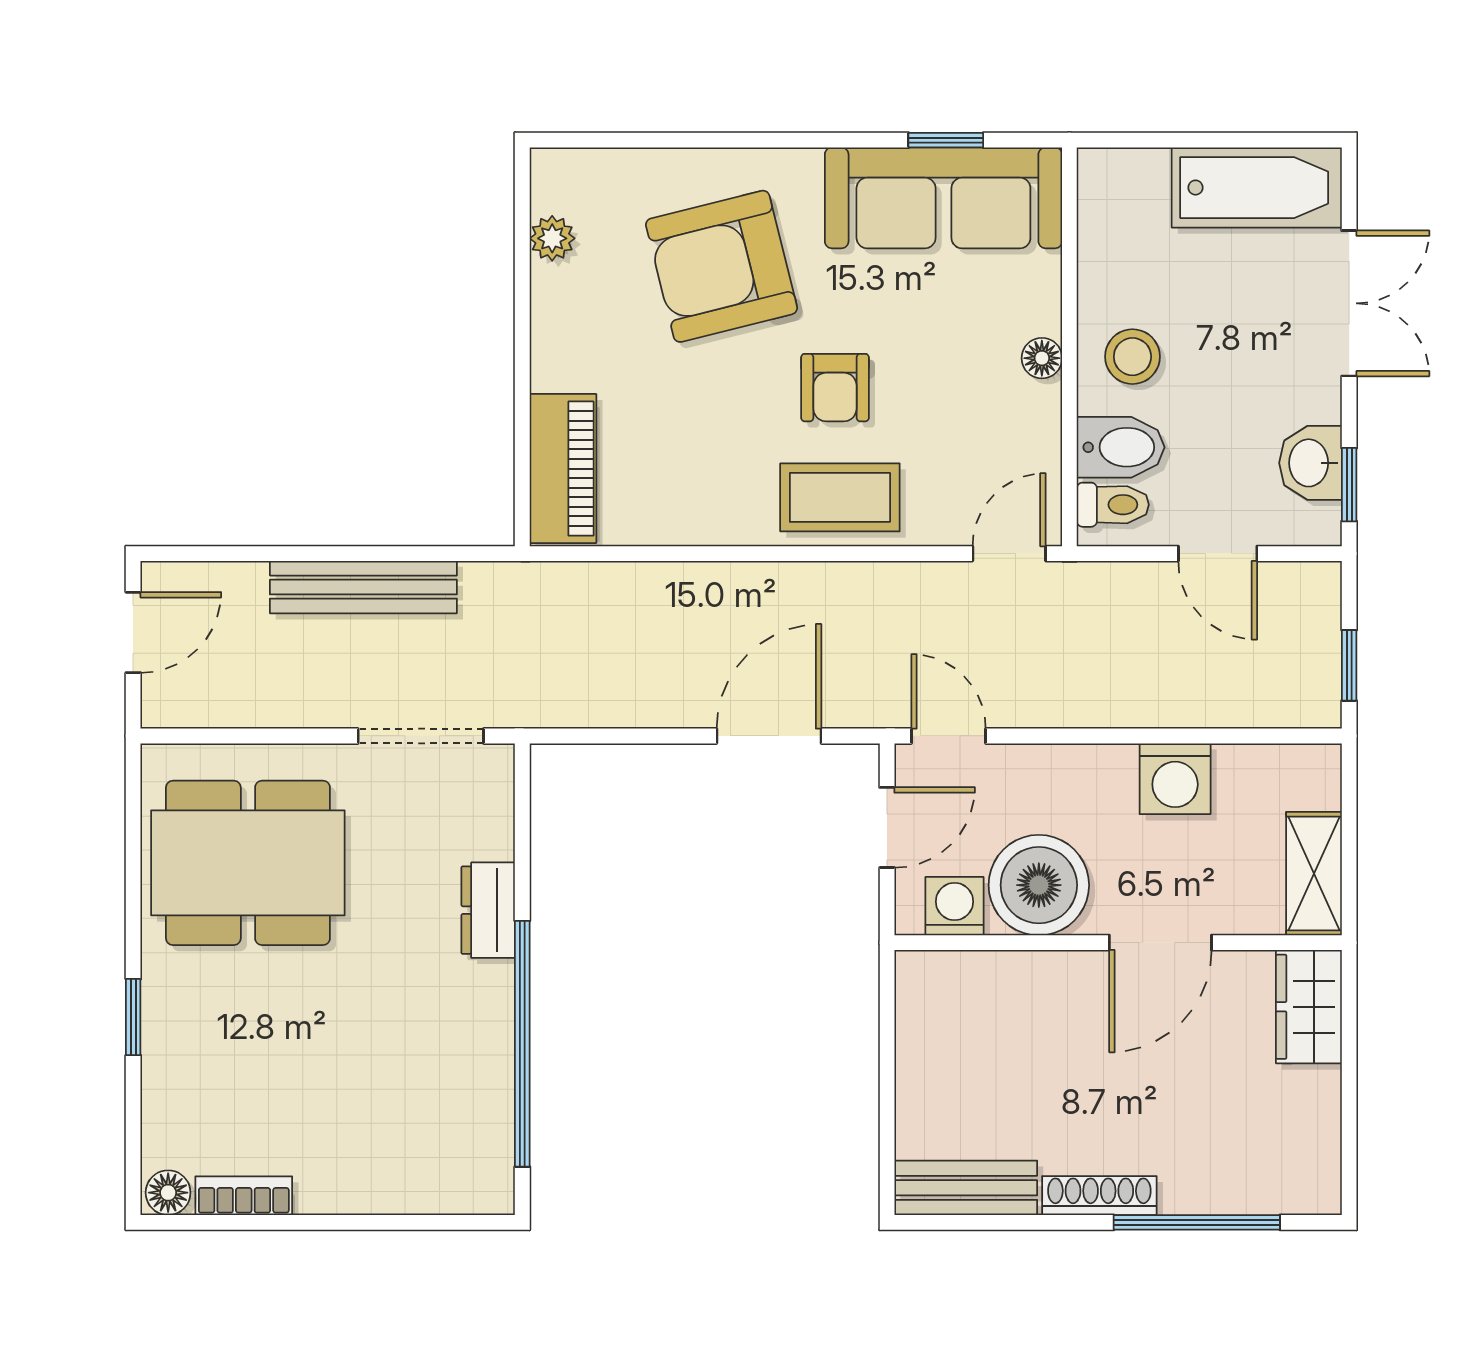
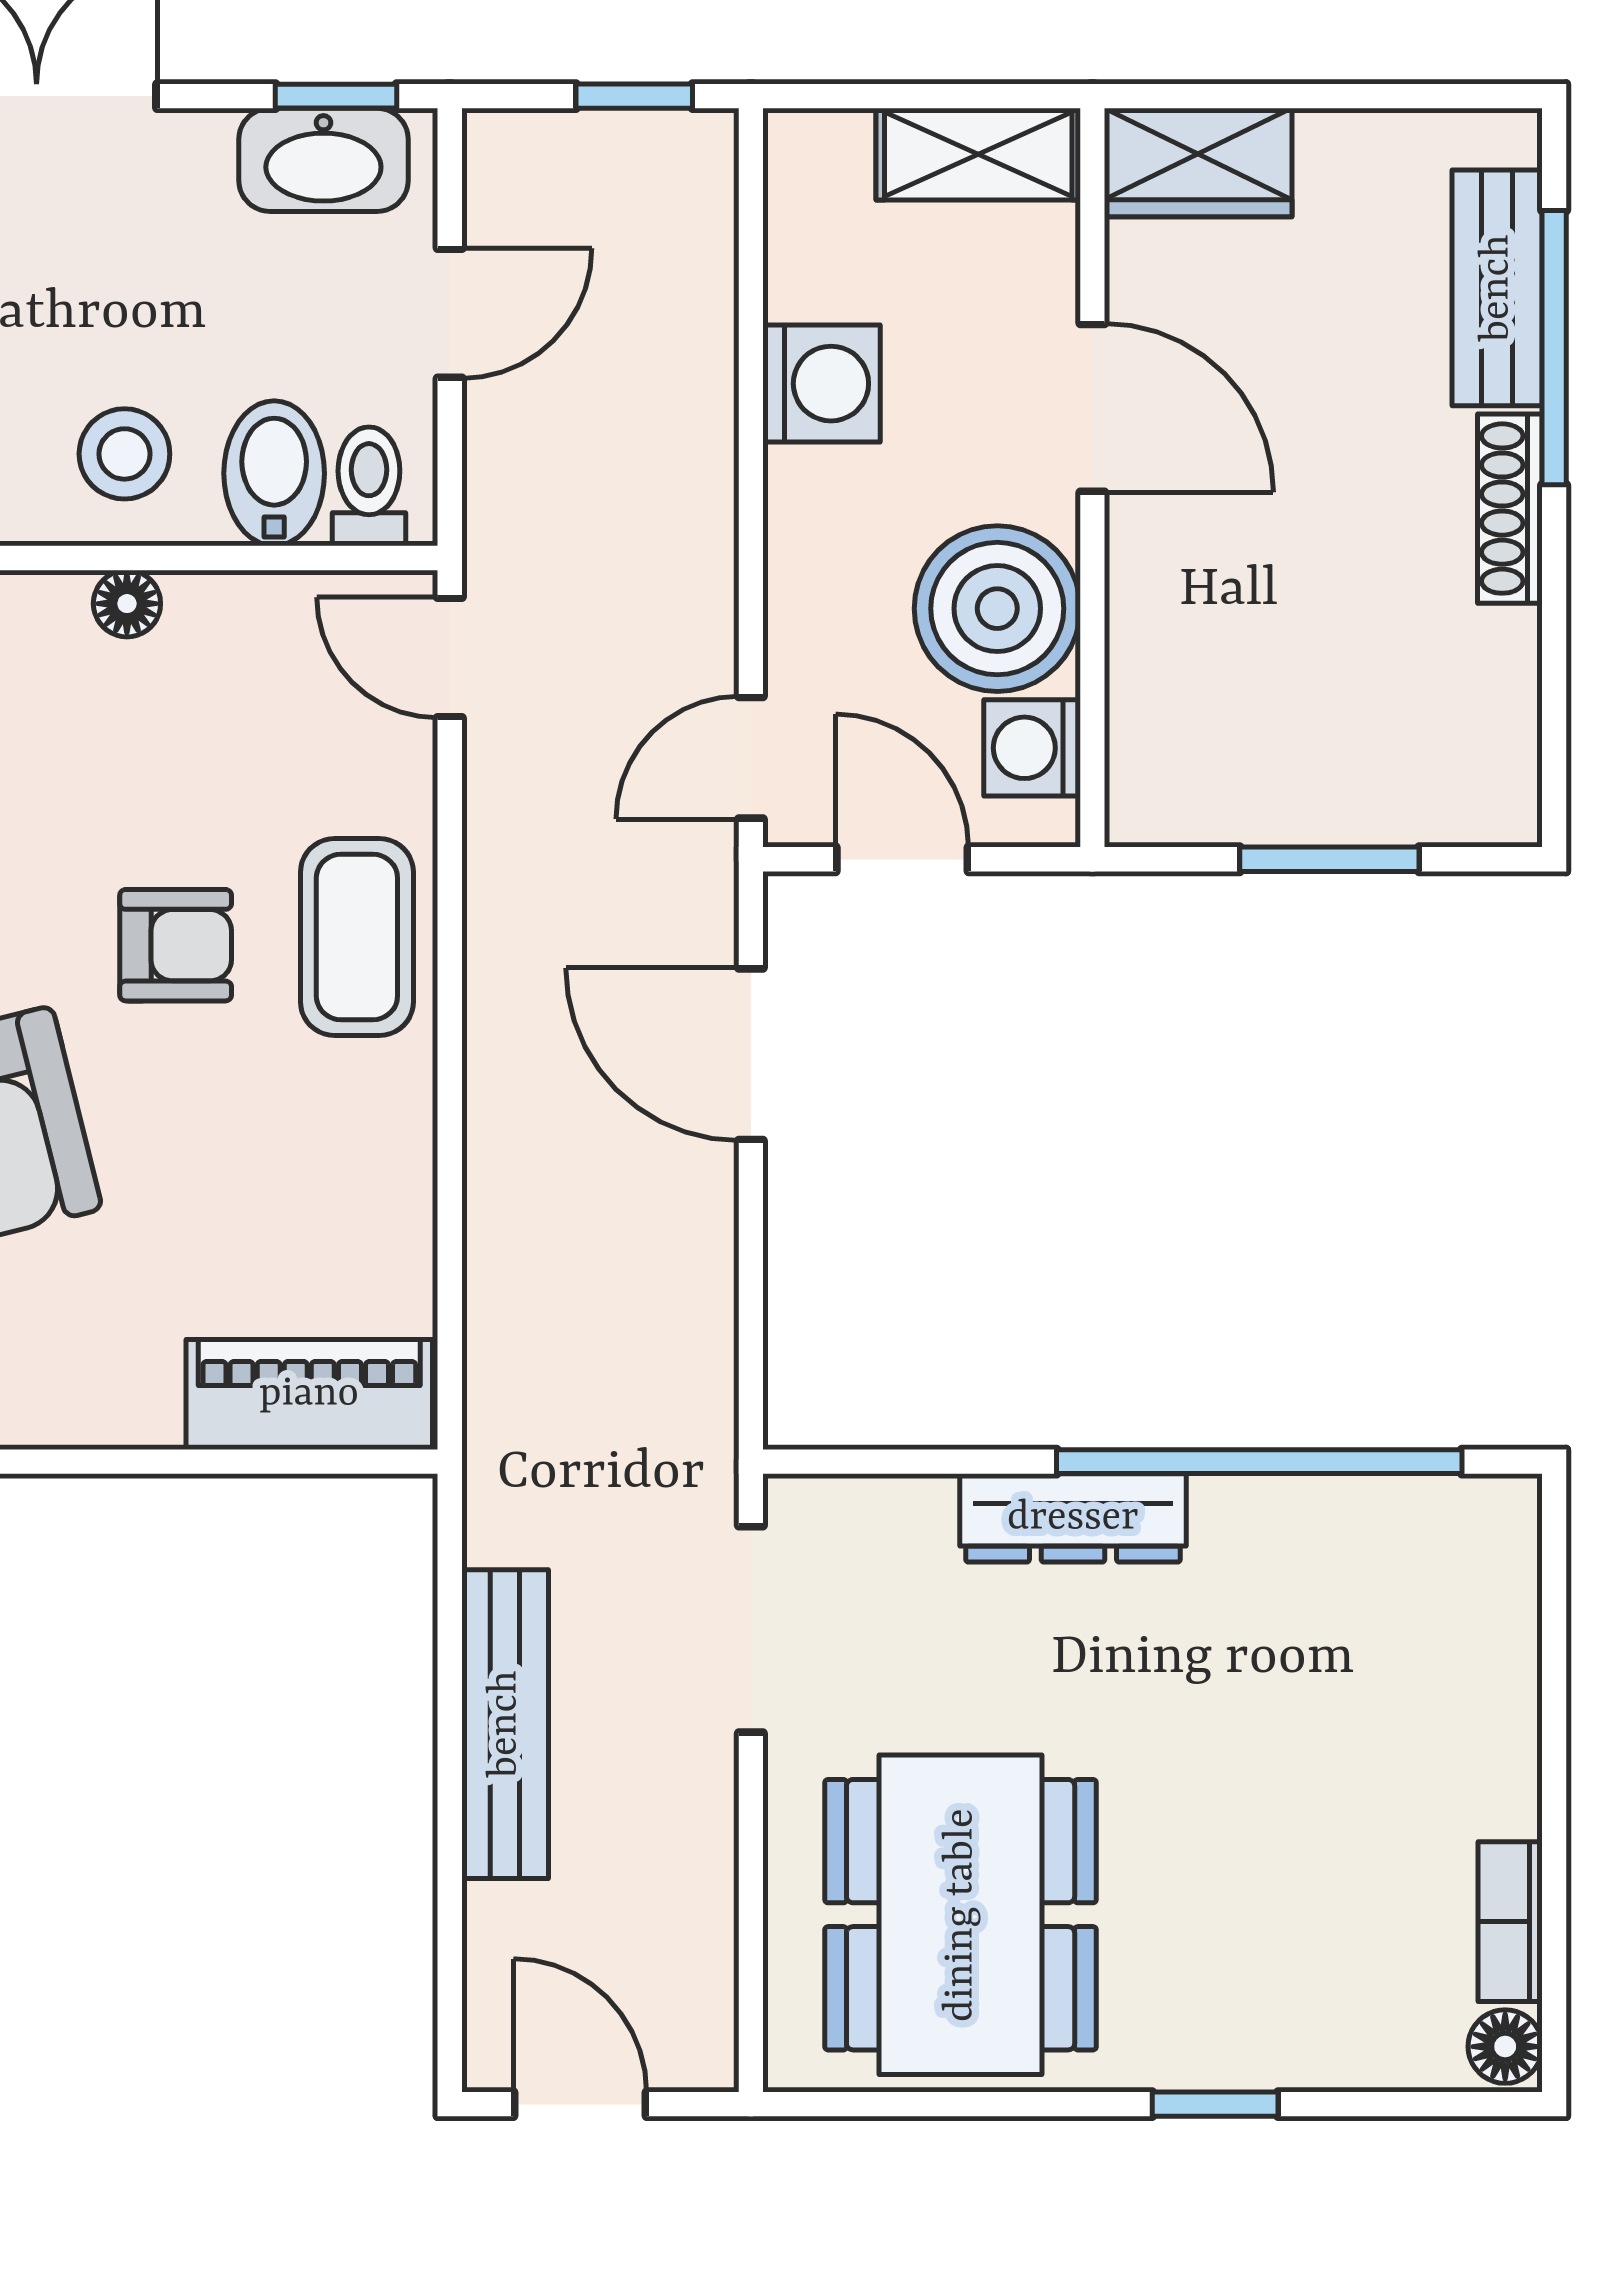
washbasin: (1311, 463) -> (323, 160), width x1.38
dresser: (488, 910) -> (1073, 1518), width x1.44
window: (887, 1086) -> (1329, 859), added
bench: (966, 1188) -> (1497, 288), moved

